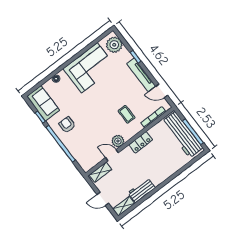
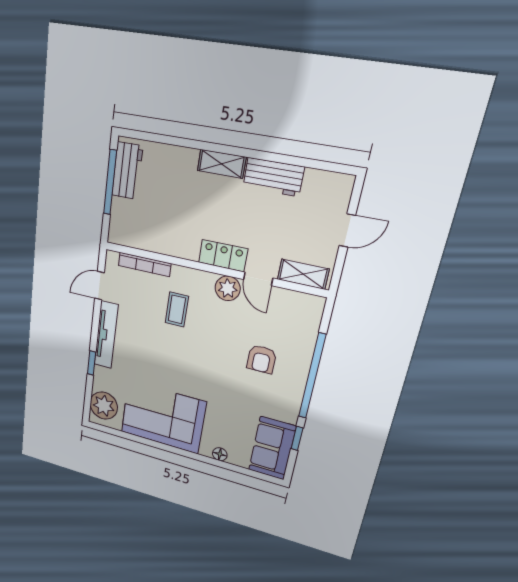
door: (162, 91) -> (99, 286), swing flipped
armchair: (67, 125) -> (261, 359), moved
workbench: (182, 135) -> (127, 171), width x0.53, depth x0.76
locker: (141, 142) -> (223, 256), moved
door: (103, 199) -> (347, 230), hinge flipped
shelving: (124, 206) -> (222, 164), moved

